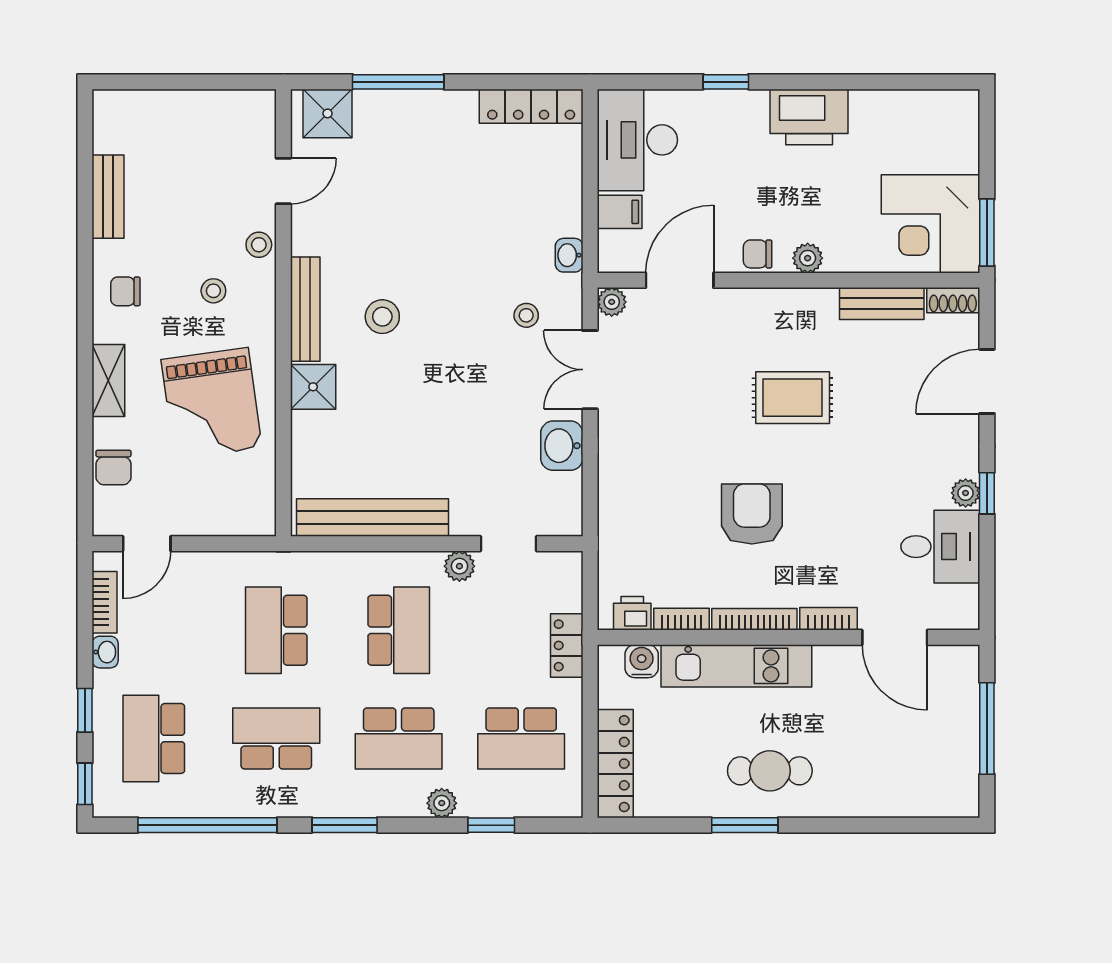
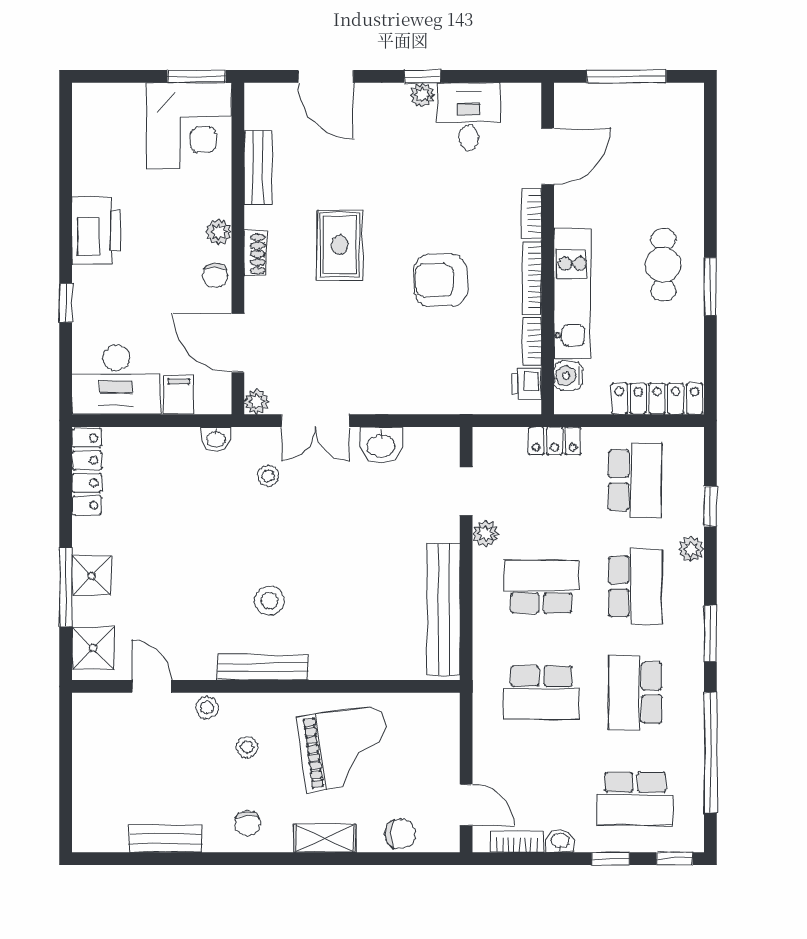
shoe rack: (953, 300) -> (255, 254), moved
shower: (313, 387) -> (92, 576), moved

